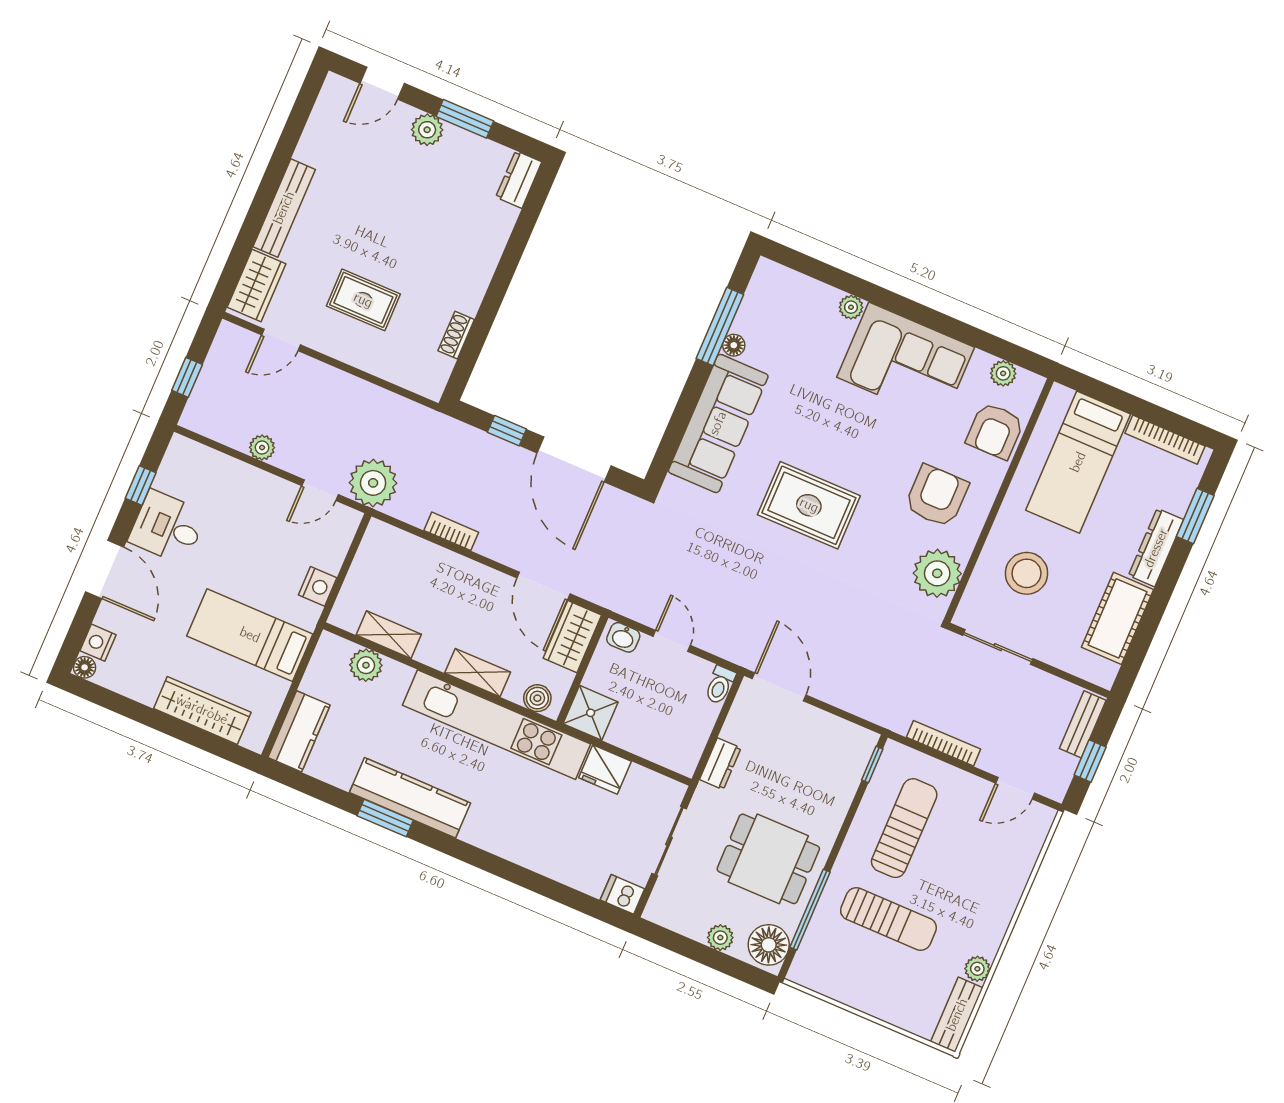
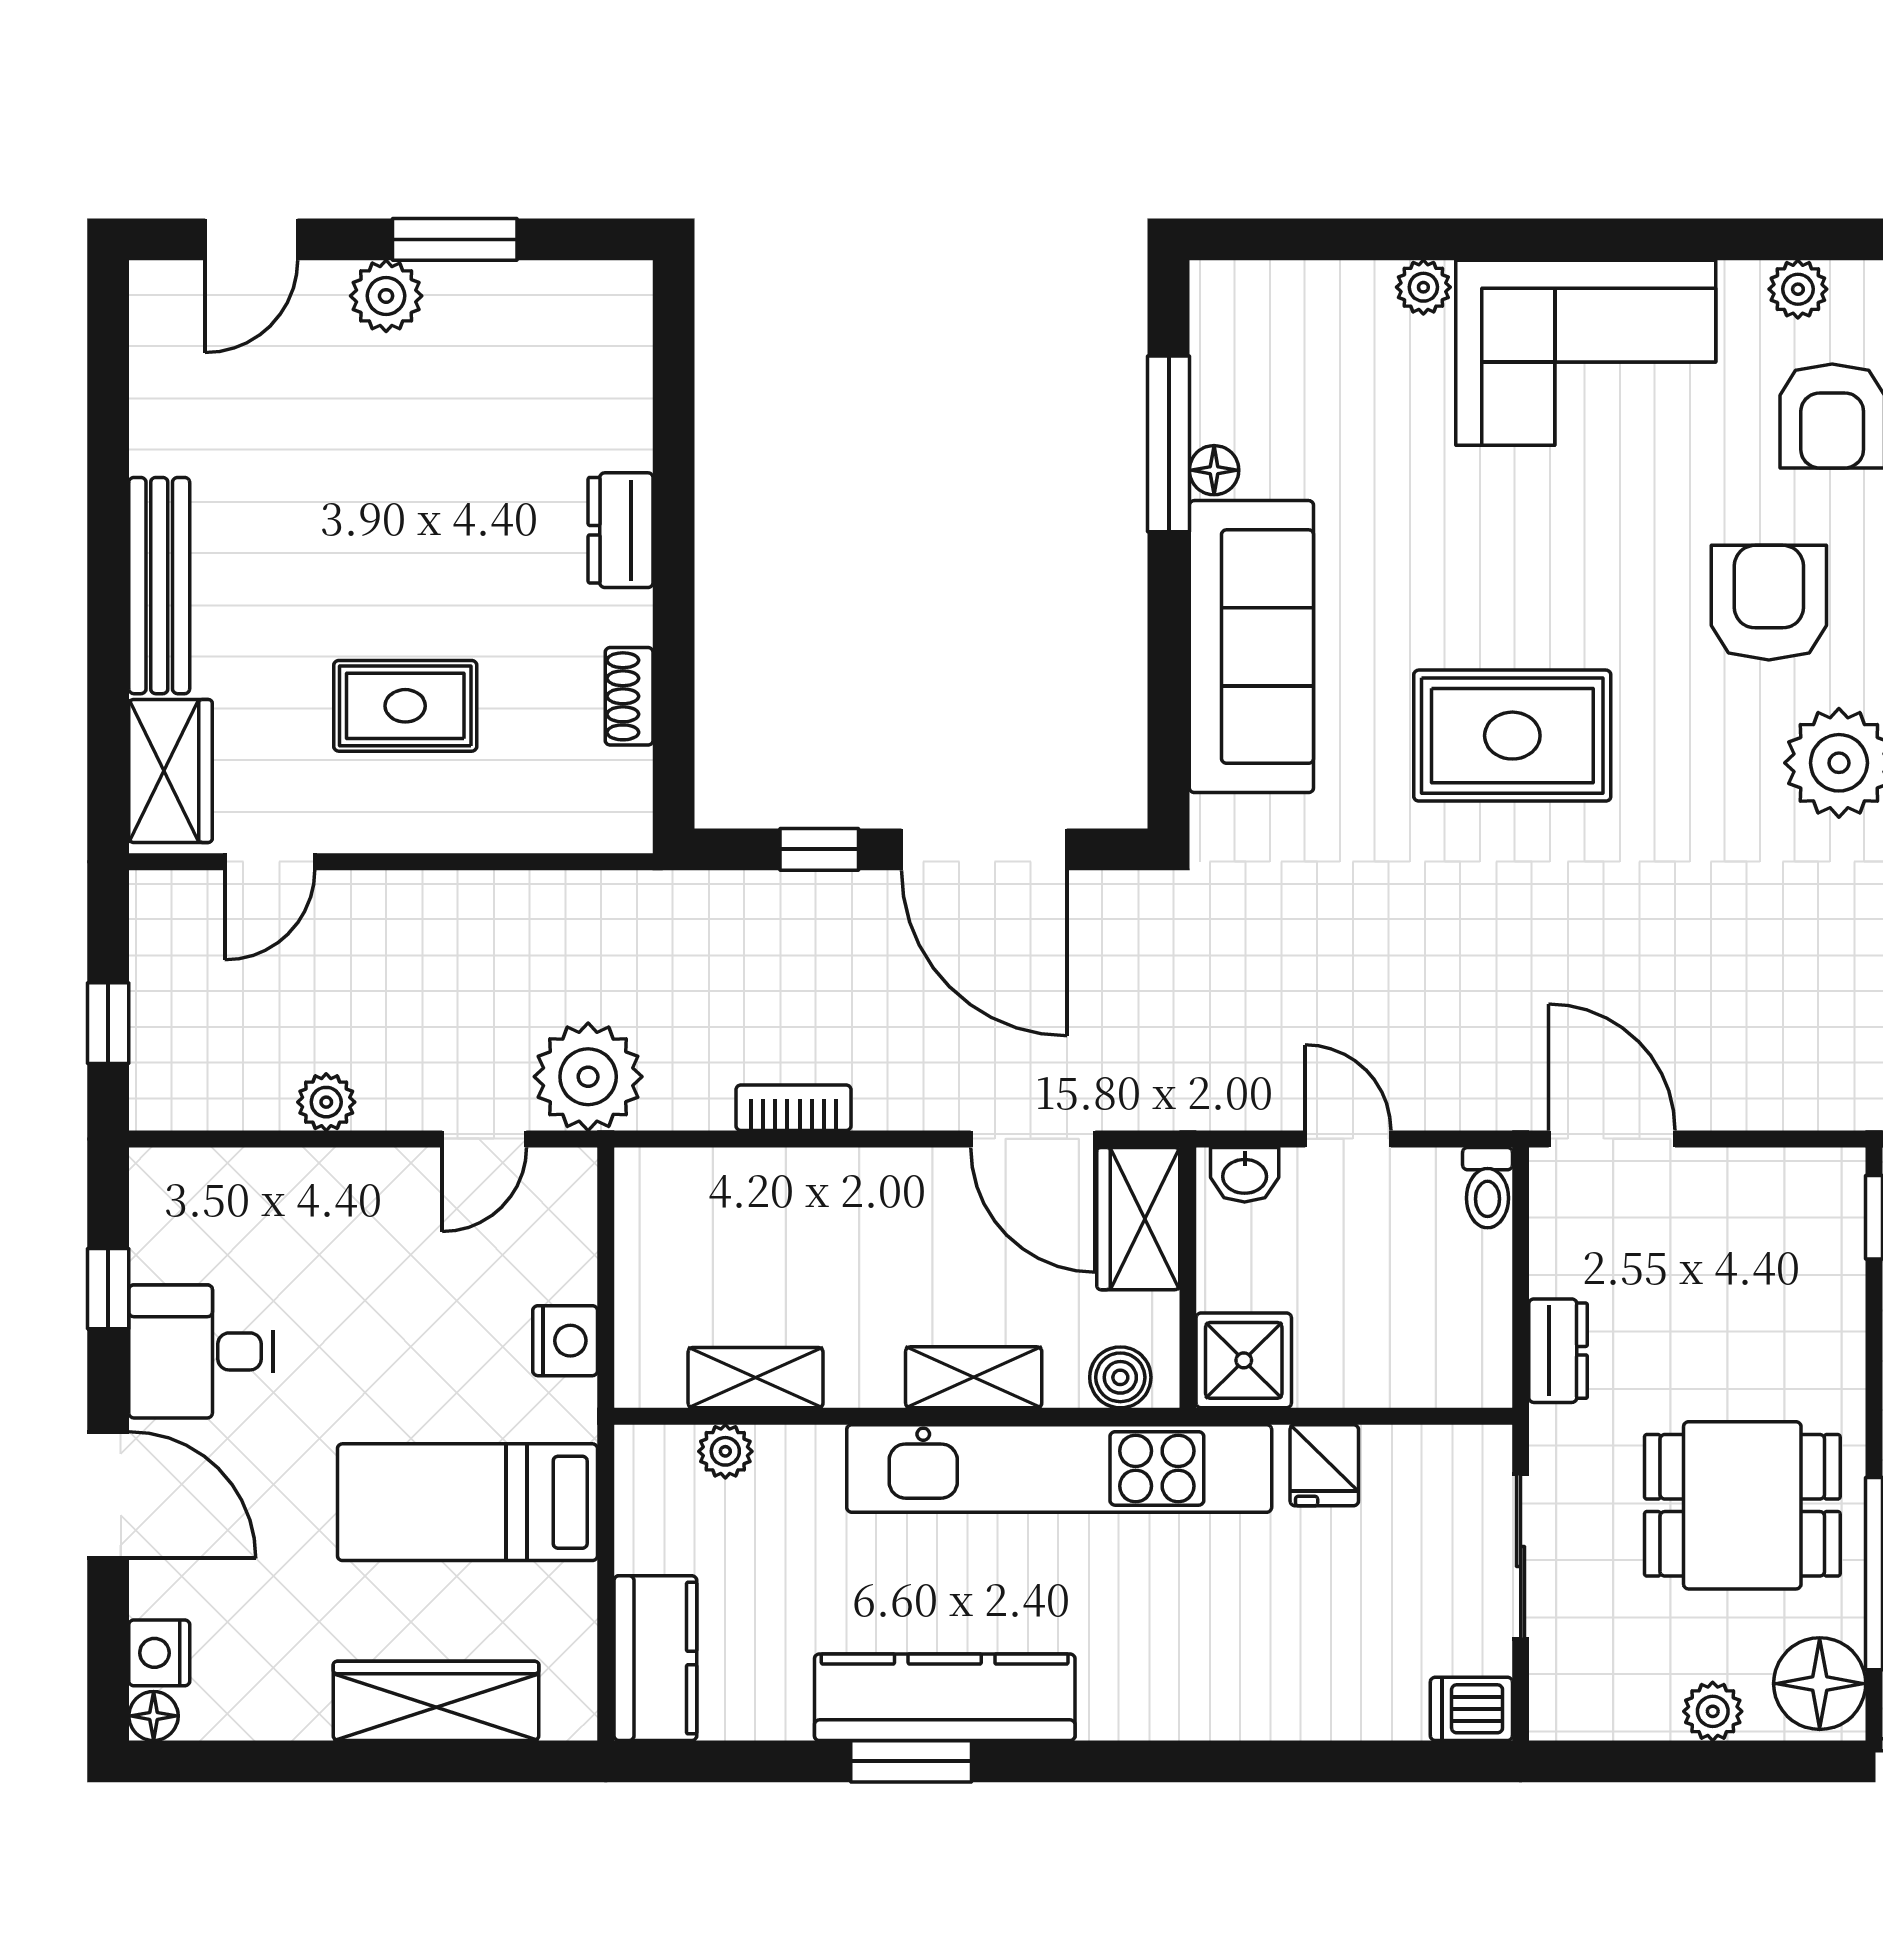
dresser: (519, 179) -> (621, 530), moved
plant: (366, 665) -> (725, 1451), width x0.73, depth x0.73
fridge: (605, 770) -> (1324, 1465), width x0.72

